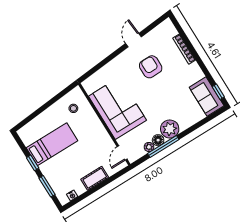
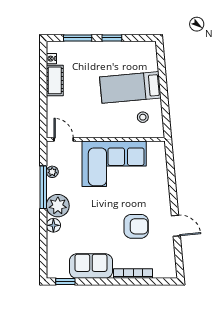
sofa: (207, 97) -> (91, 266), moved
floor lamp: (158, 140) -> (53, 225), moved
bed: (52, 144) -> (130, 87), moved, turned 85
cot: (95, 178) -> (55, 80), moved

